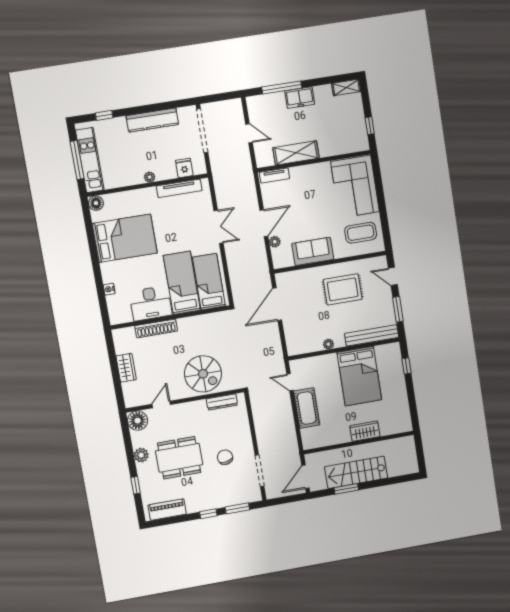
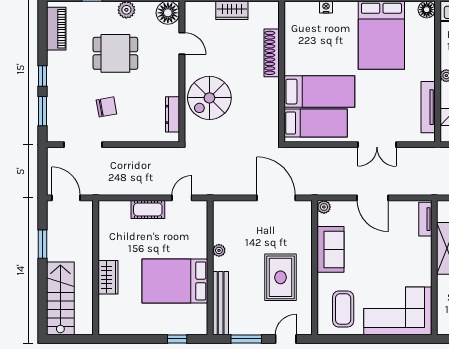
plant: (275, 242) -> (324, 207), moved
desk: (151, 303) -> (302, 52), removed
cot: (307, 408) -> (148, 209), width x0.73, depth x0.75
dining table: (179, 458) -> (115, 53), width x0.73
stairs: (356, 472) -> (60, 298), moved

